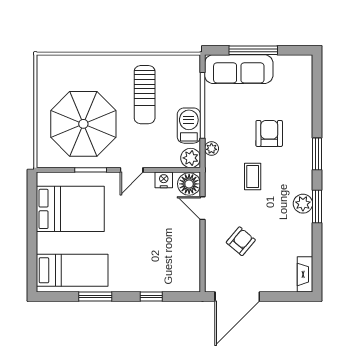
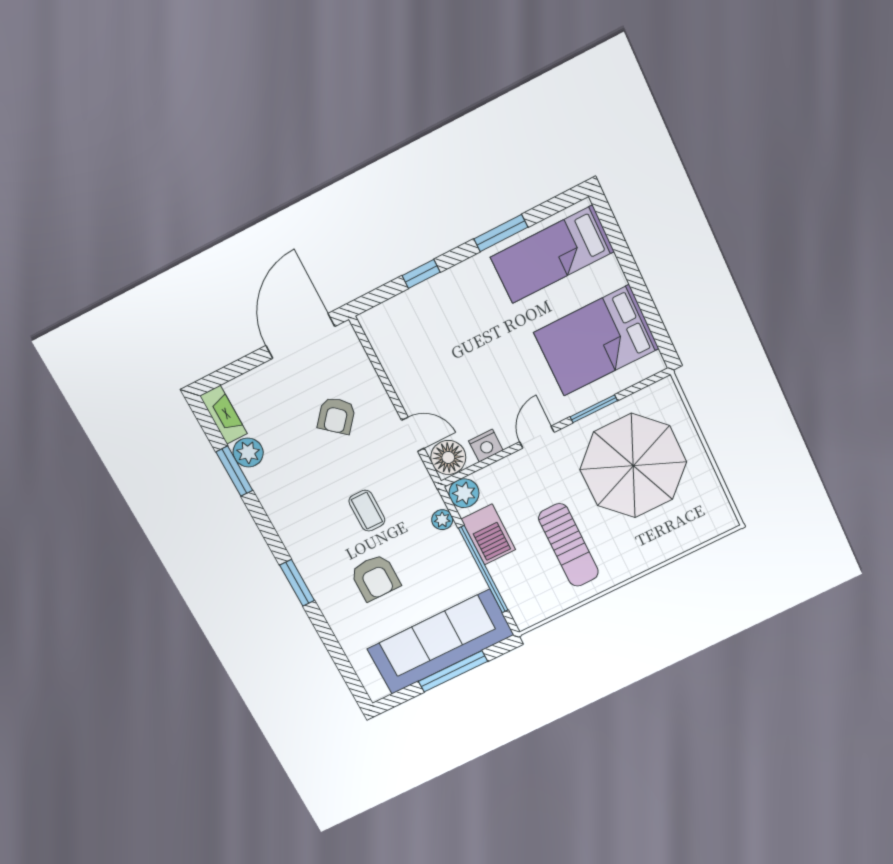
sofa: (239, 69) -> (441, 642), width x1.36, depth x1.27
sun lounger: (145, 95) -> (569, 545), turned 180
plant: (303, 204) -> (248, 452), moved
window: (317, 206) -> (234, 471), moved

